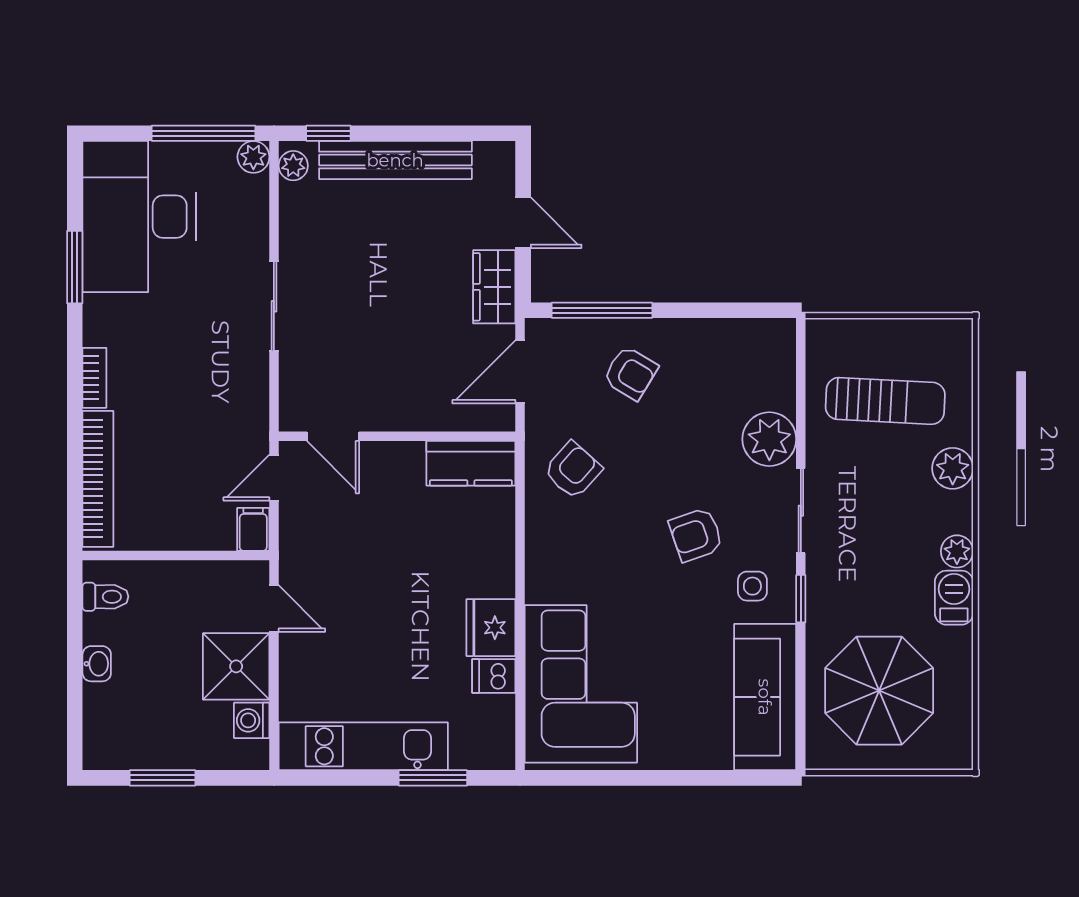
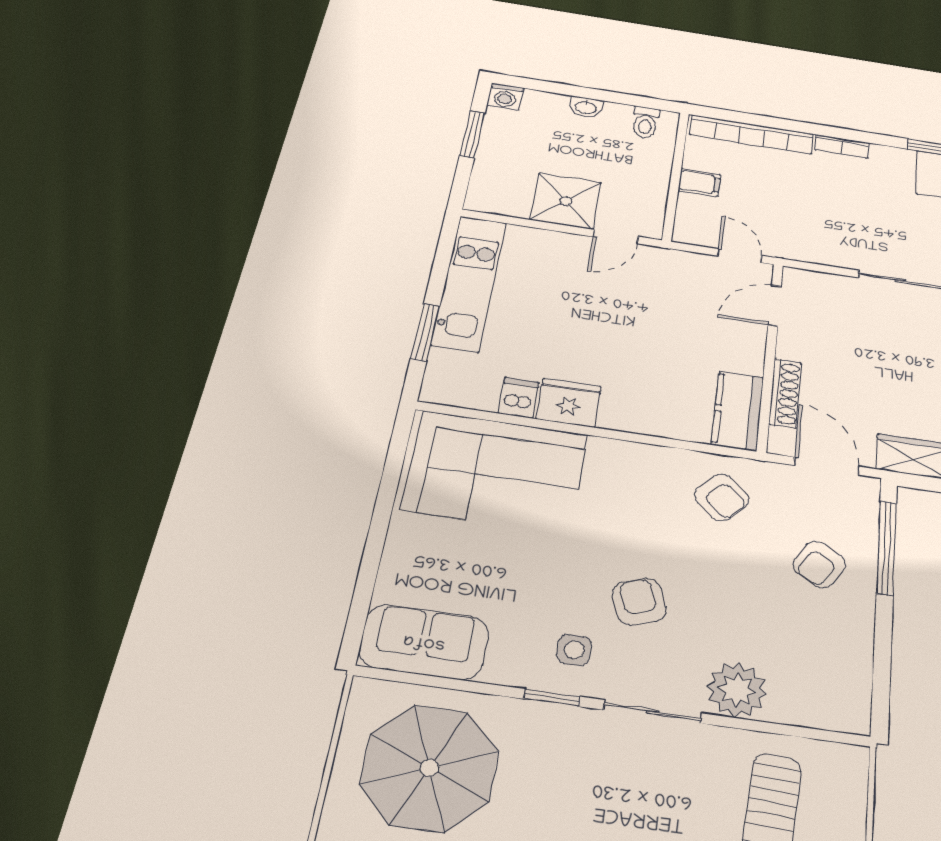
shoe rack: (441, 418) -> (785, 393), added
filing cabinet: (253, 529) -> (699, 182), moved
sofa: (765, 697) -> (424, 642), width x0.73
washing machine: (252, 720) -> (505, 97), moved, turned 180

